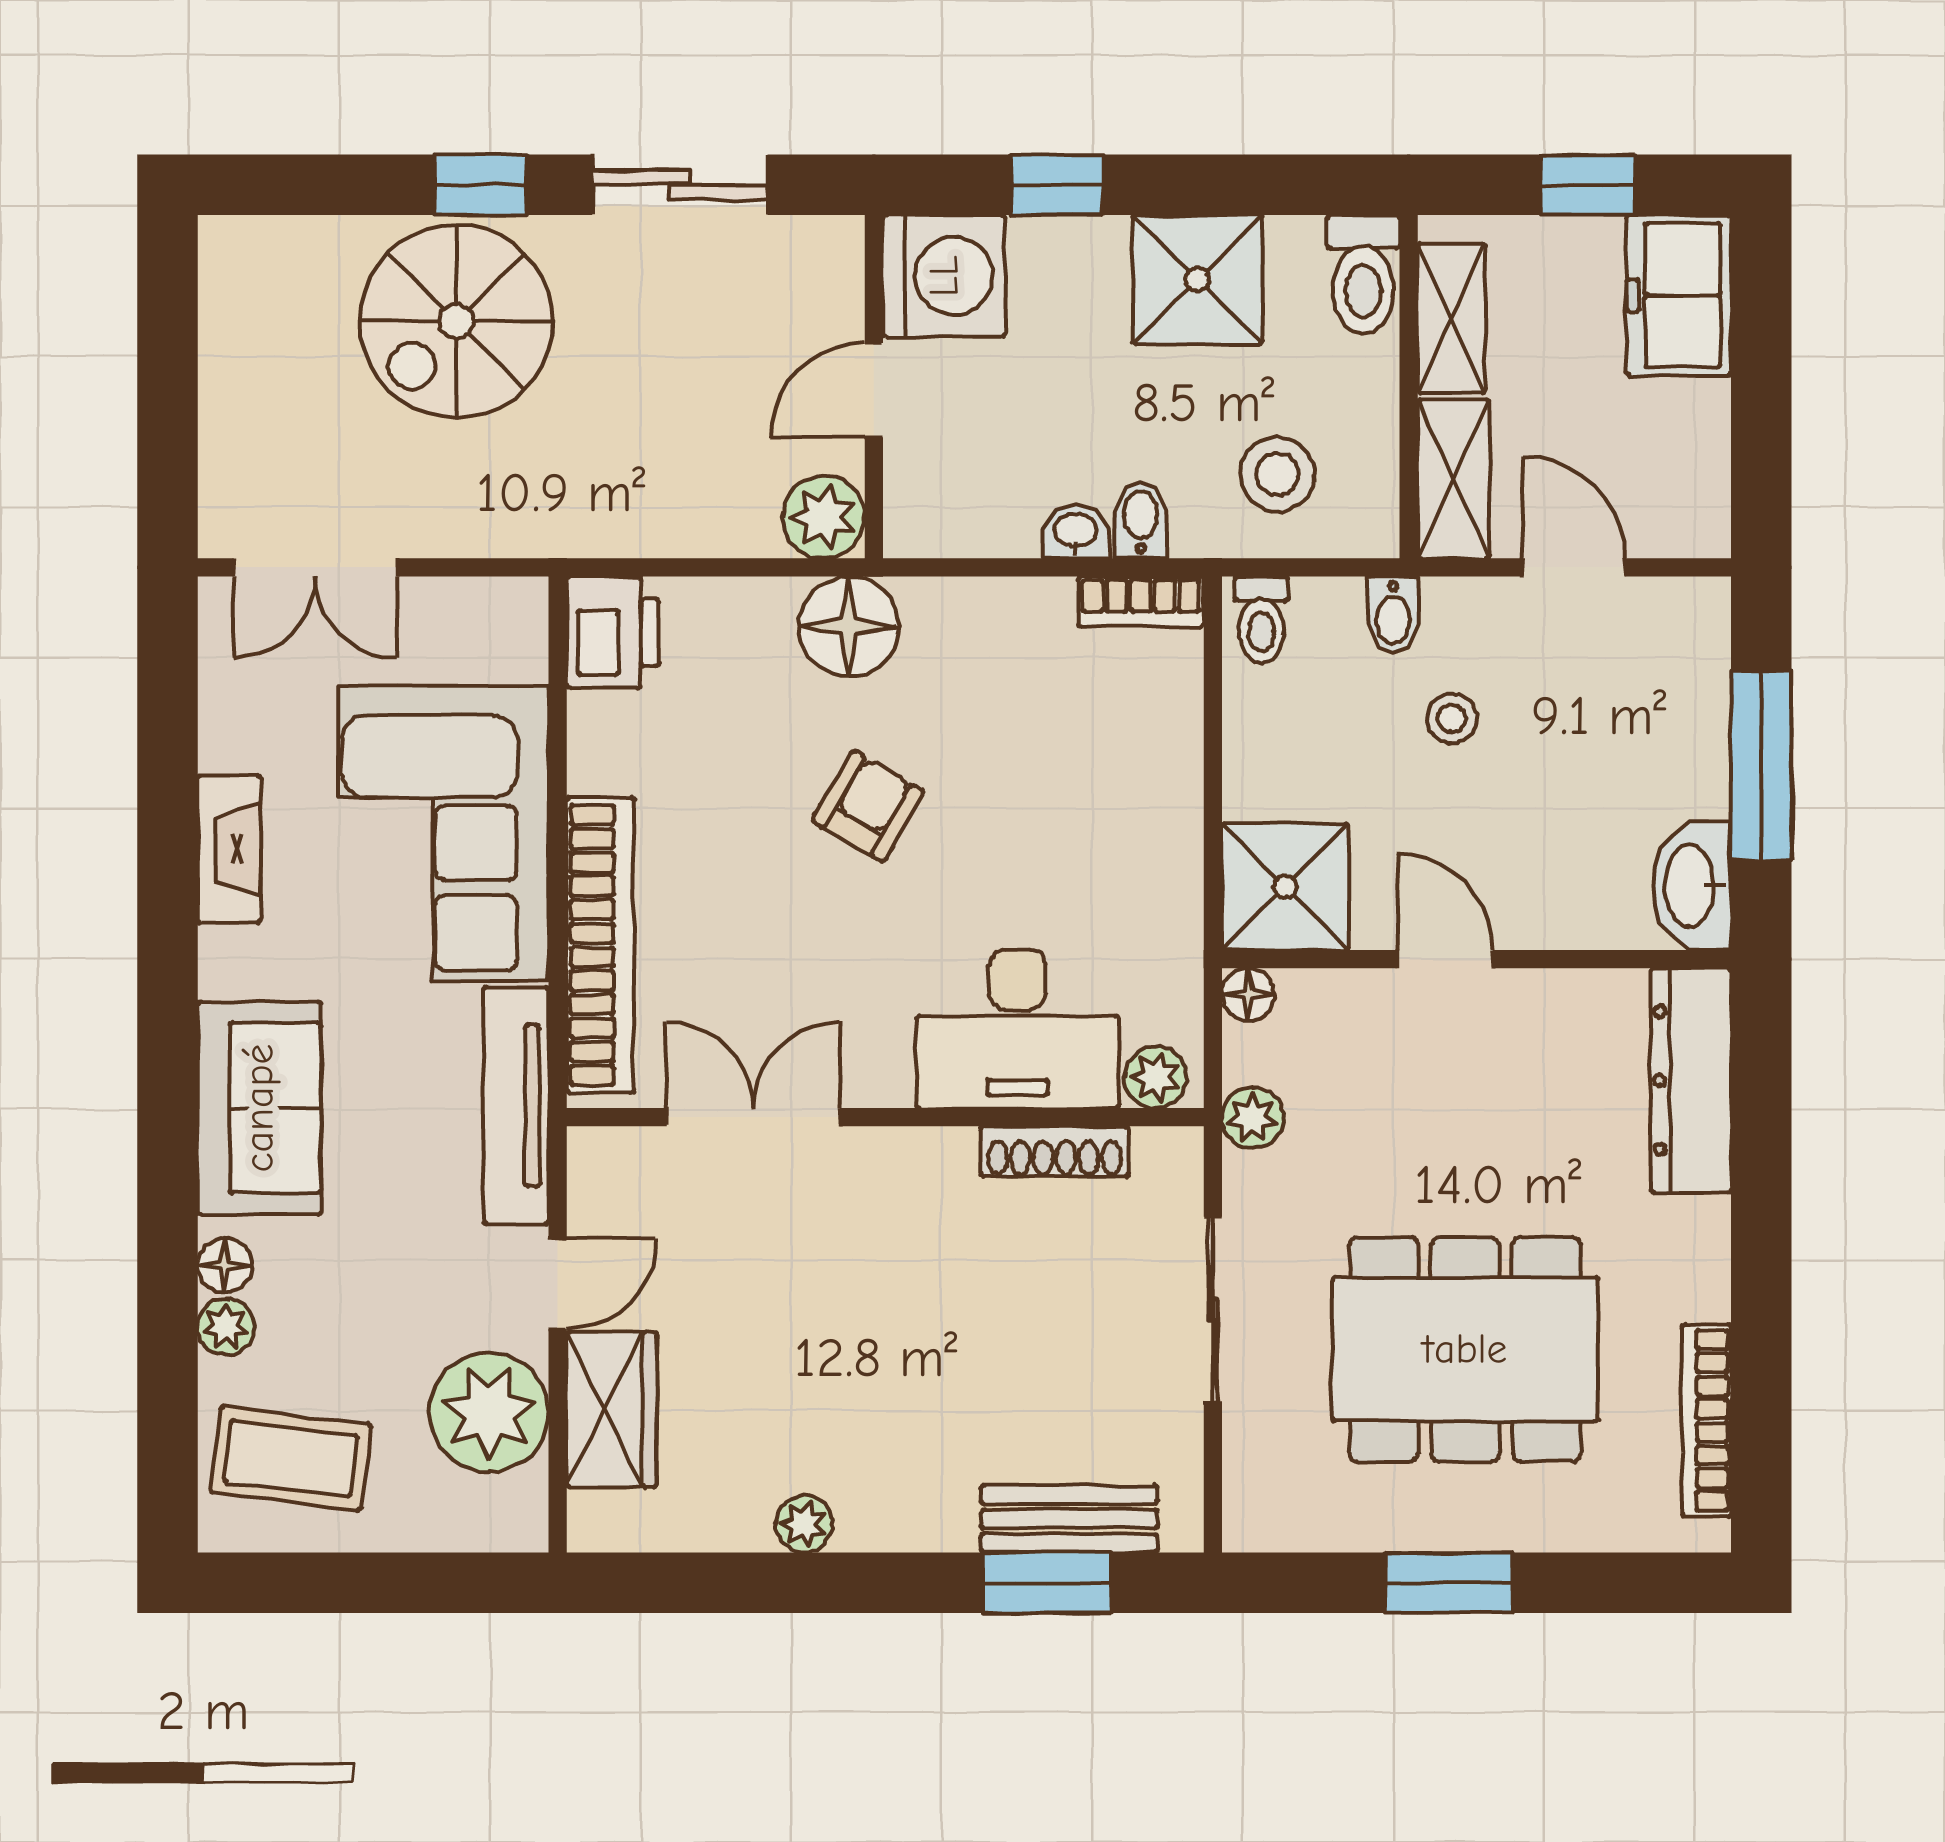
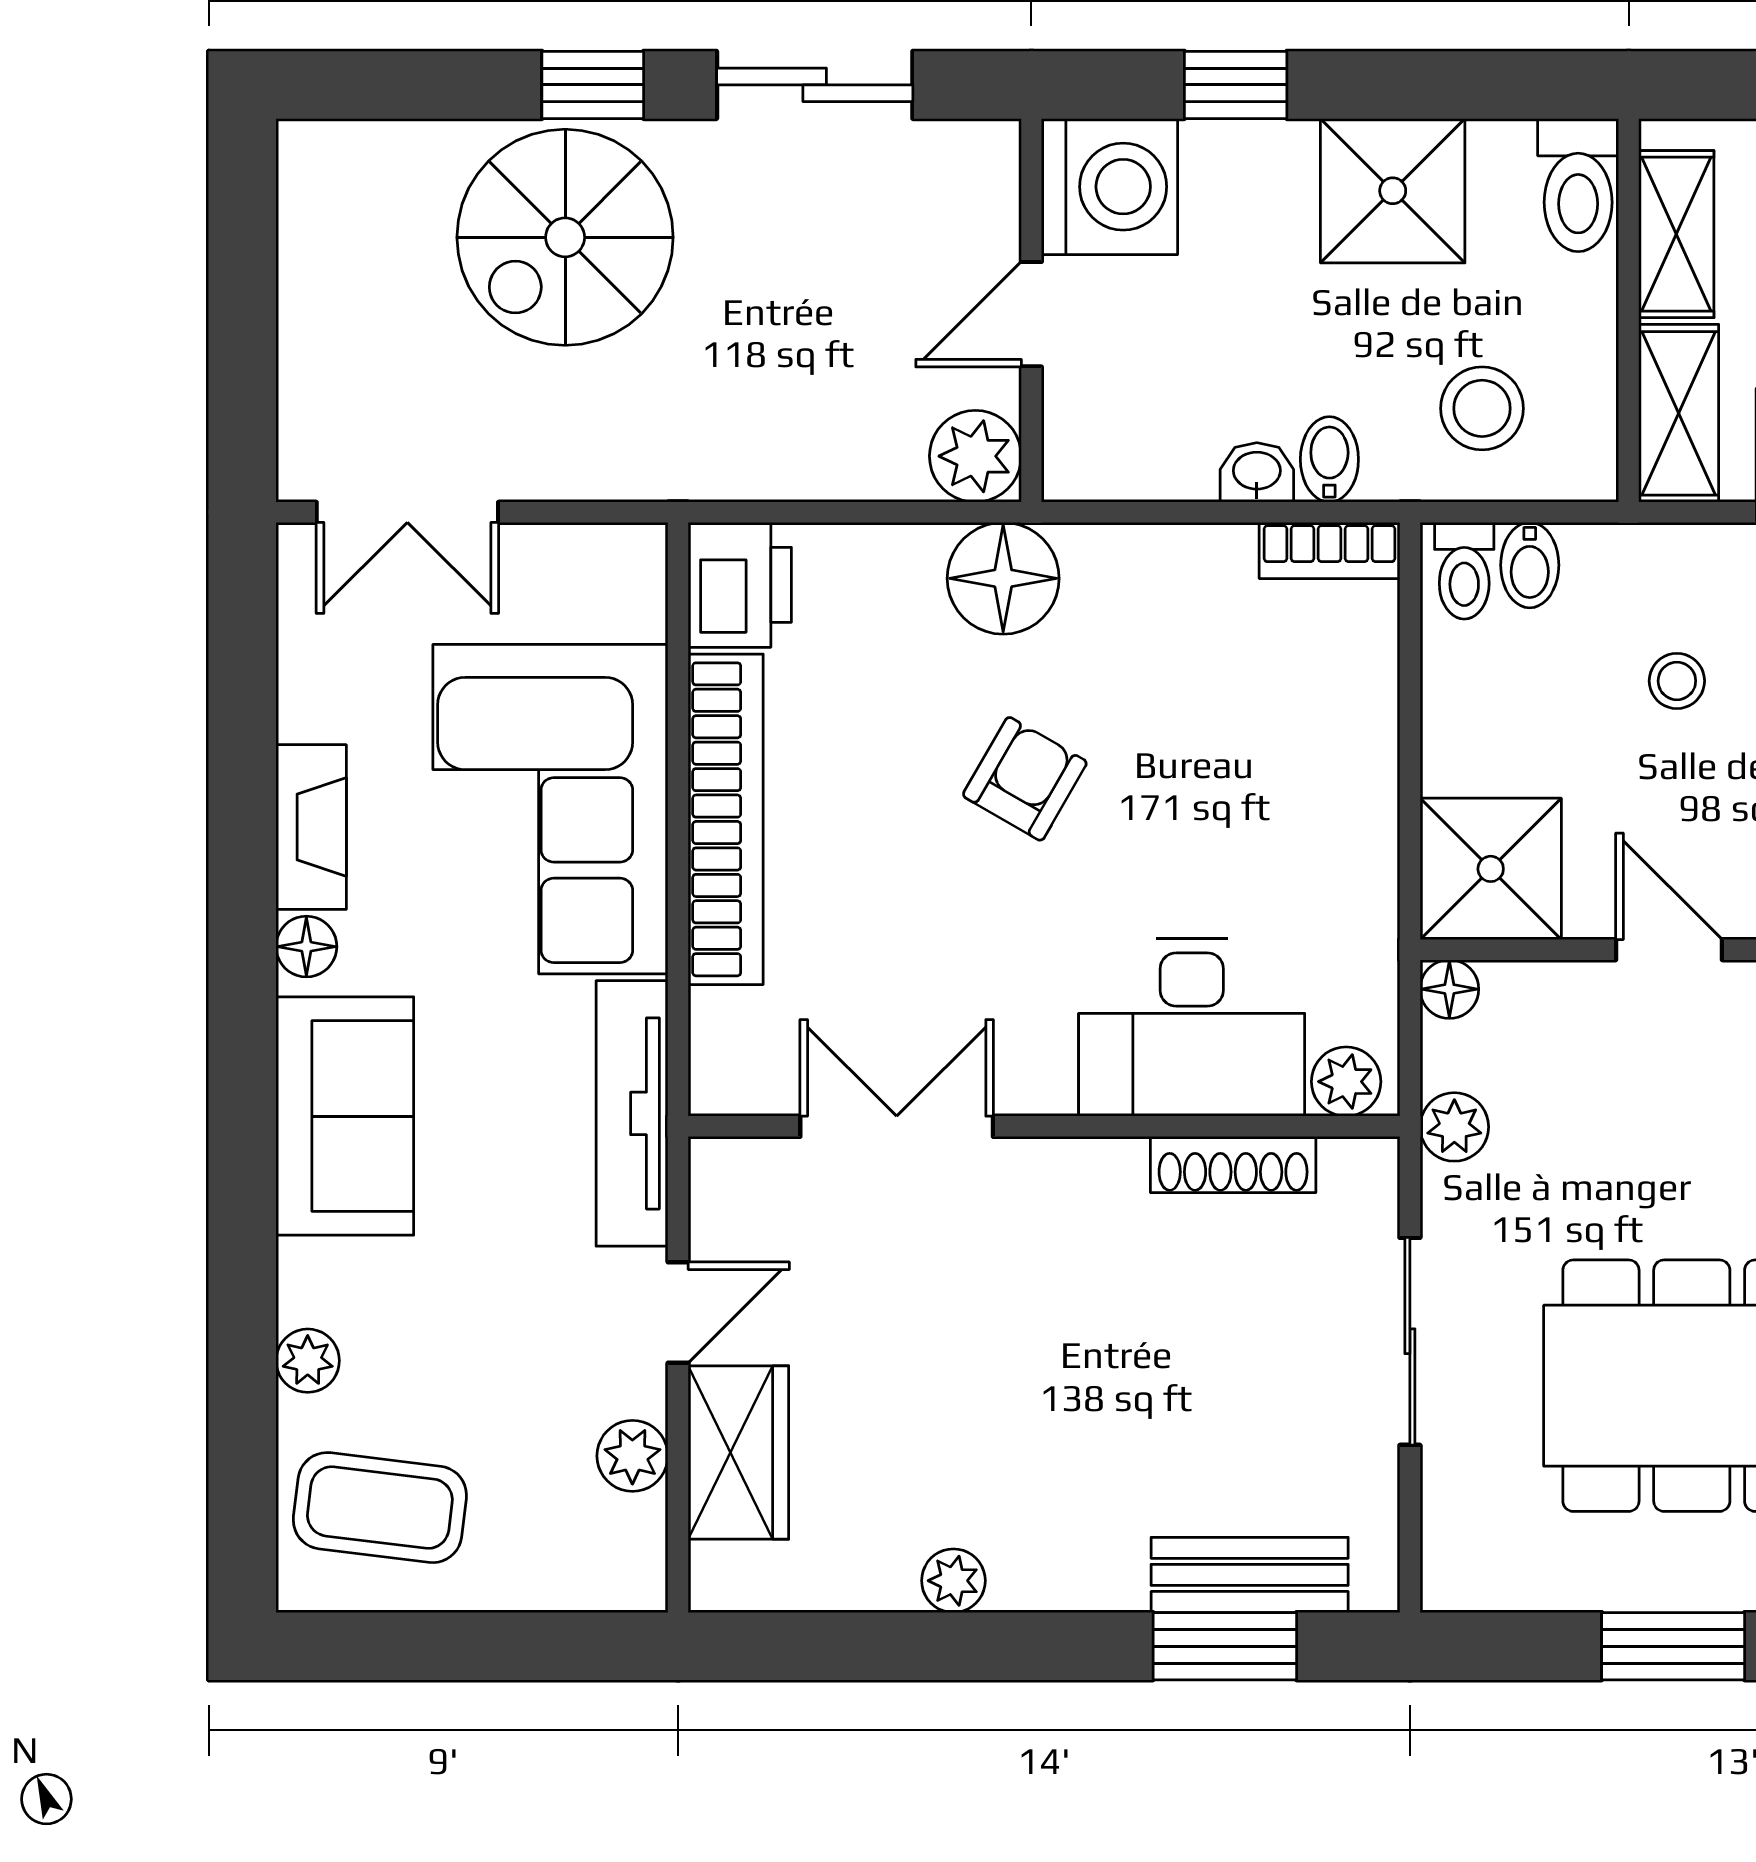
bidet: (1393, 615) -> (1530, 565), moved
bookcase: (600, 945) -> (726, 819), moved
floor lamp: (225, 1265) -> (306, 947), moved
plant: (489, 1412) -> (632, 1456), width x0.53, depth x0.53

